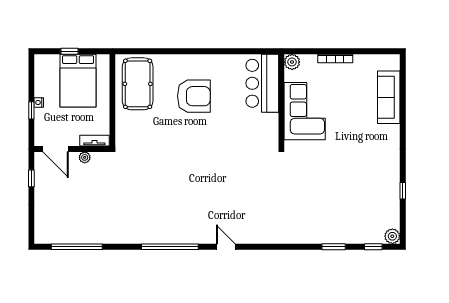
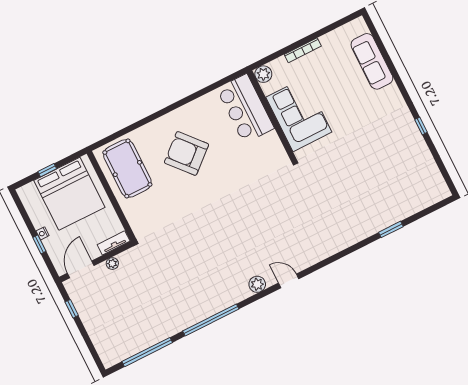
bed: (78, 81) -> (69, 194), width x1.36
armchair: (194, 96) -> (187, 153), turned -131
door: (56, 149) -> (81, 269), swing flipped
window: (403, 191) -> (421, 126), moved
plant: (392, 236) -> (257, 284), moved
window: (170, 247) -> (211, 320), moved
window: (373, 247) -> (428, 211), removed

